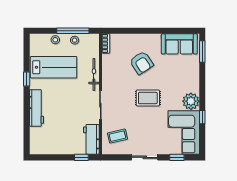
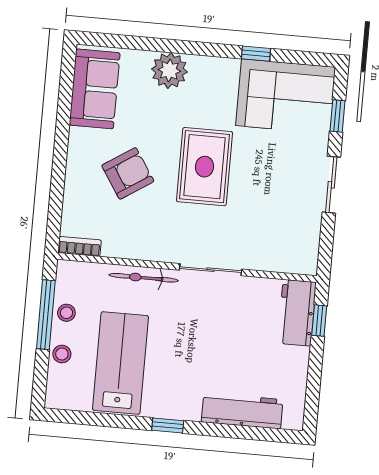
window: (202, 52) -> (115, 41), removed
window: (27, 79) -> (168, 425), moved
rug: (148, 98) -> (205, 167), width x1.36, depth x1.43
plant: (191, 101) -> (169, 70), moved
workbench: (36, 108) -> (242, 411), moved
coffee table: (117, 136) -> (280, 239), removed
workbench: (91, 139) -> (297, 313), moved, turned 90

